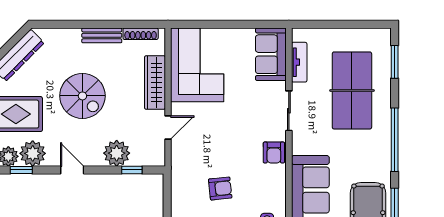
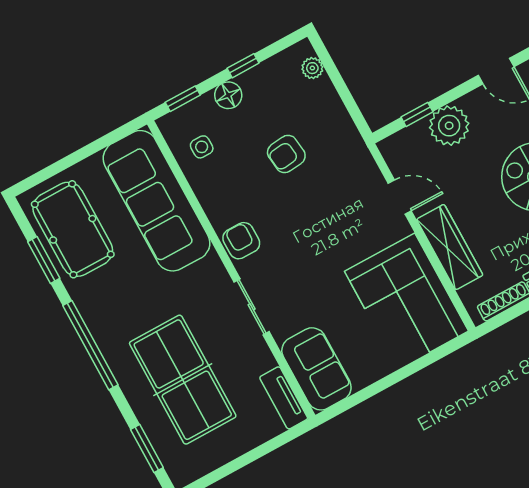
tv unit: (299, 62) -> (284, 398), moved
door: (168, 127) -> (400, 197), swing flipped

